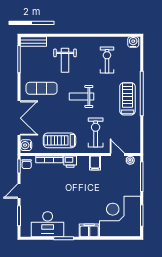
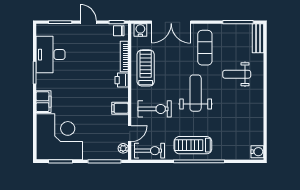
exercise bike: (107, 60) -> (149, 151), moved
weight bench: (82, 96) -> (196, 93), width x1.36, depth x1.33
treadmill: (127, 99) -> (193, 145), turned 180

